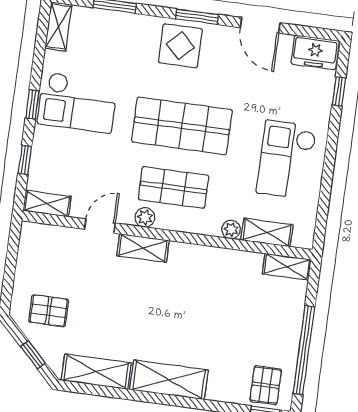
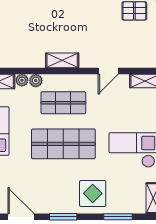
display table: (180, 46) -> (93, 193), moved
plant: (145, 217) -> (36, 81), moved
shelving: (143, 248) -> (62, 60), moved

